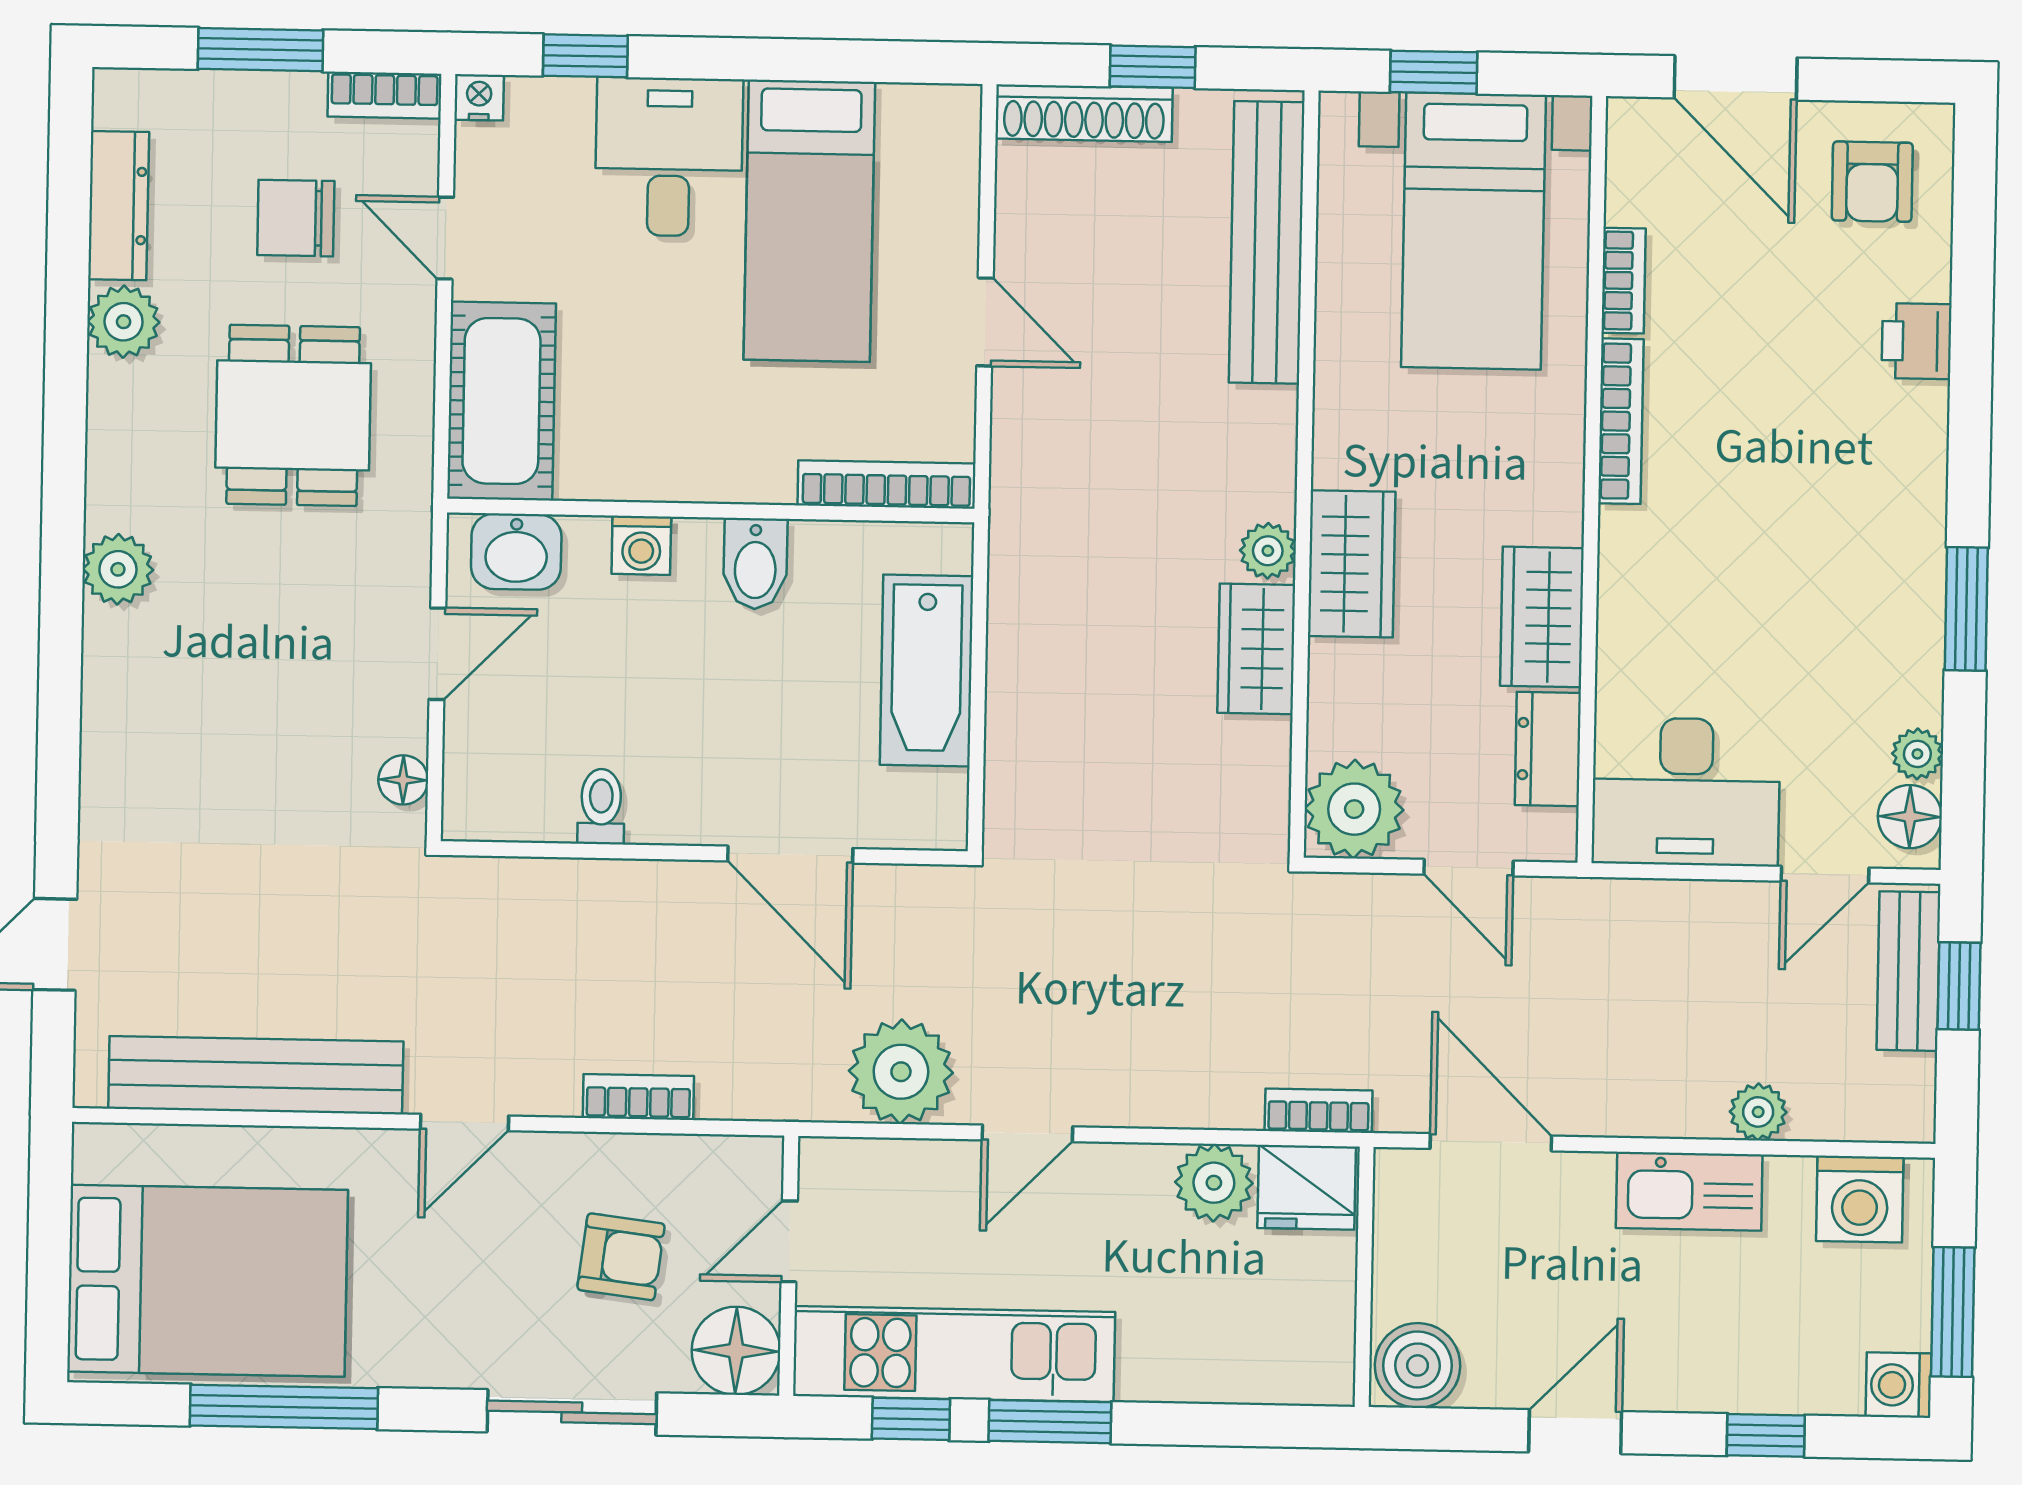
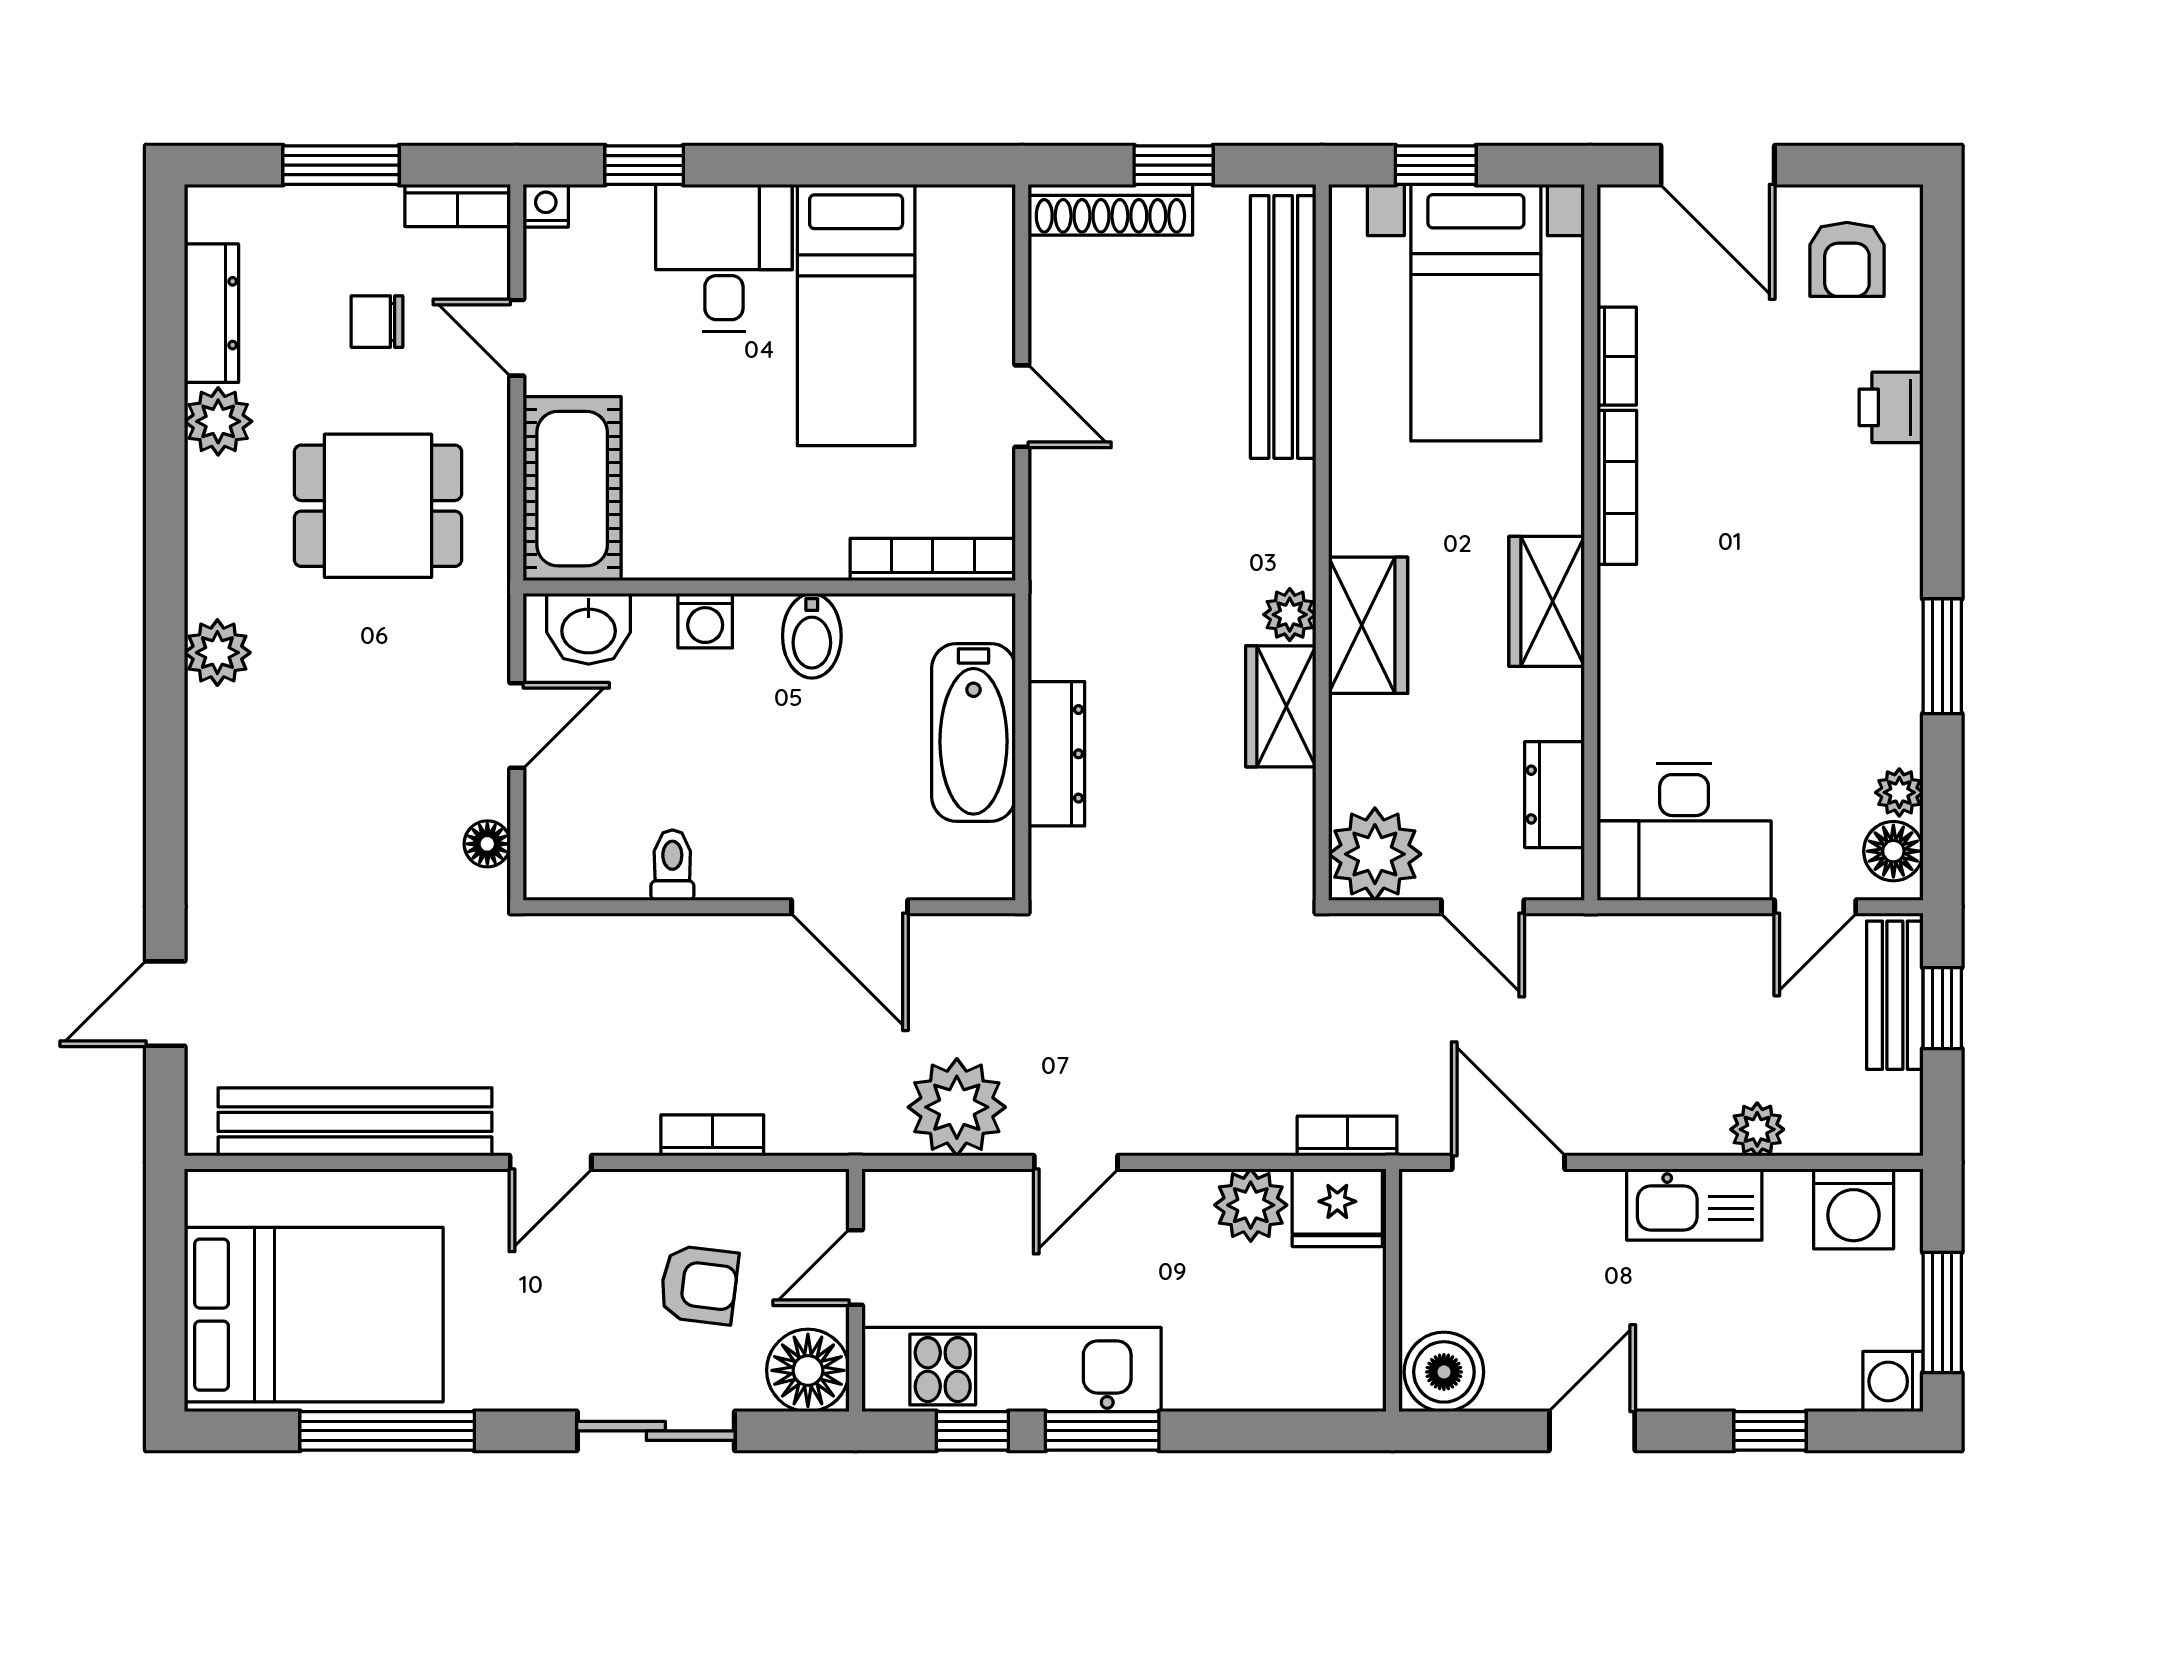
chair: (296, 218) -> (377, 322), width x0.73, depth x0.73
dining table: (293, 415) -> (378, 506), turned 90
wardrobe: (1542, 617) -> (1547, 601), moved
dresser: (1015, 695) -> (1056, 754), added

